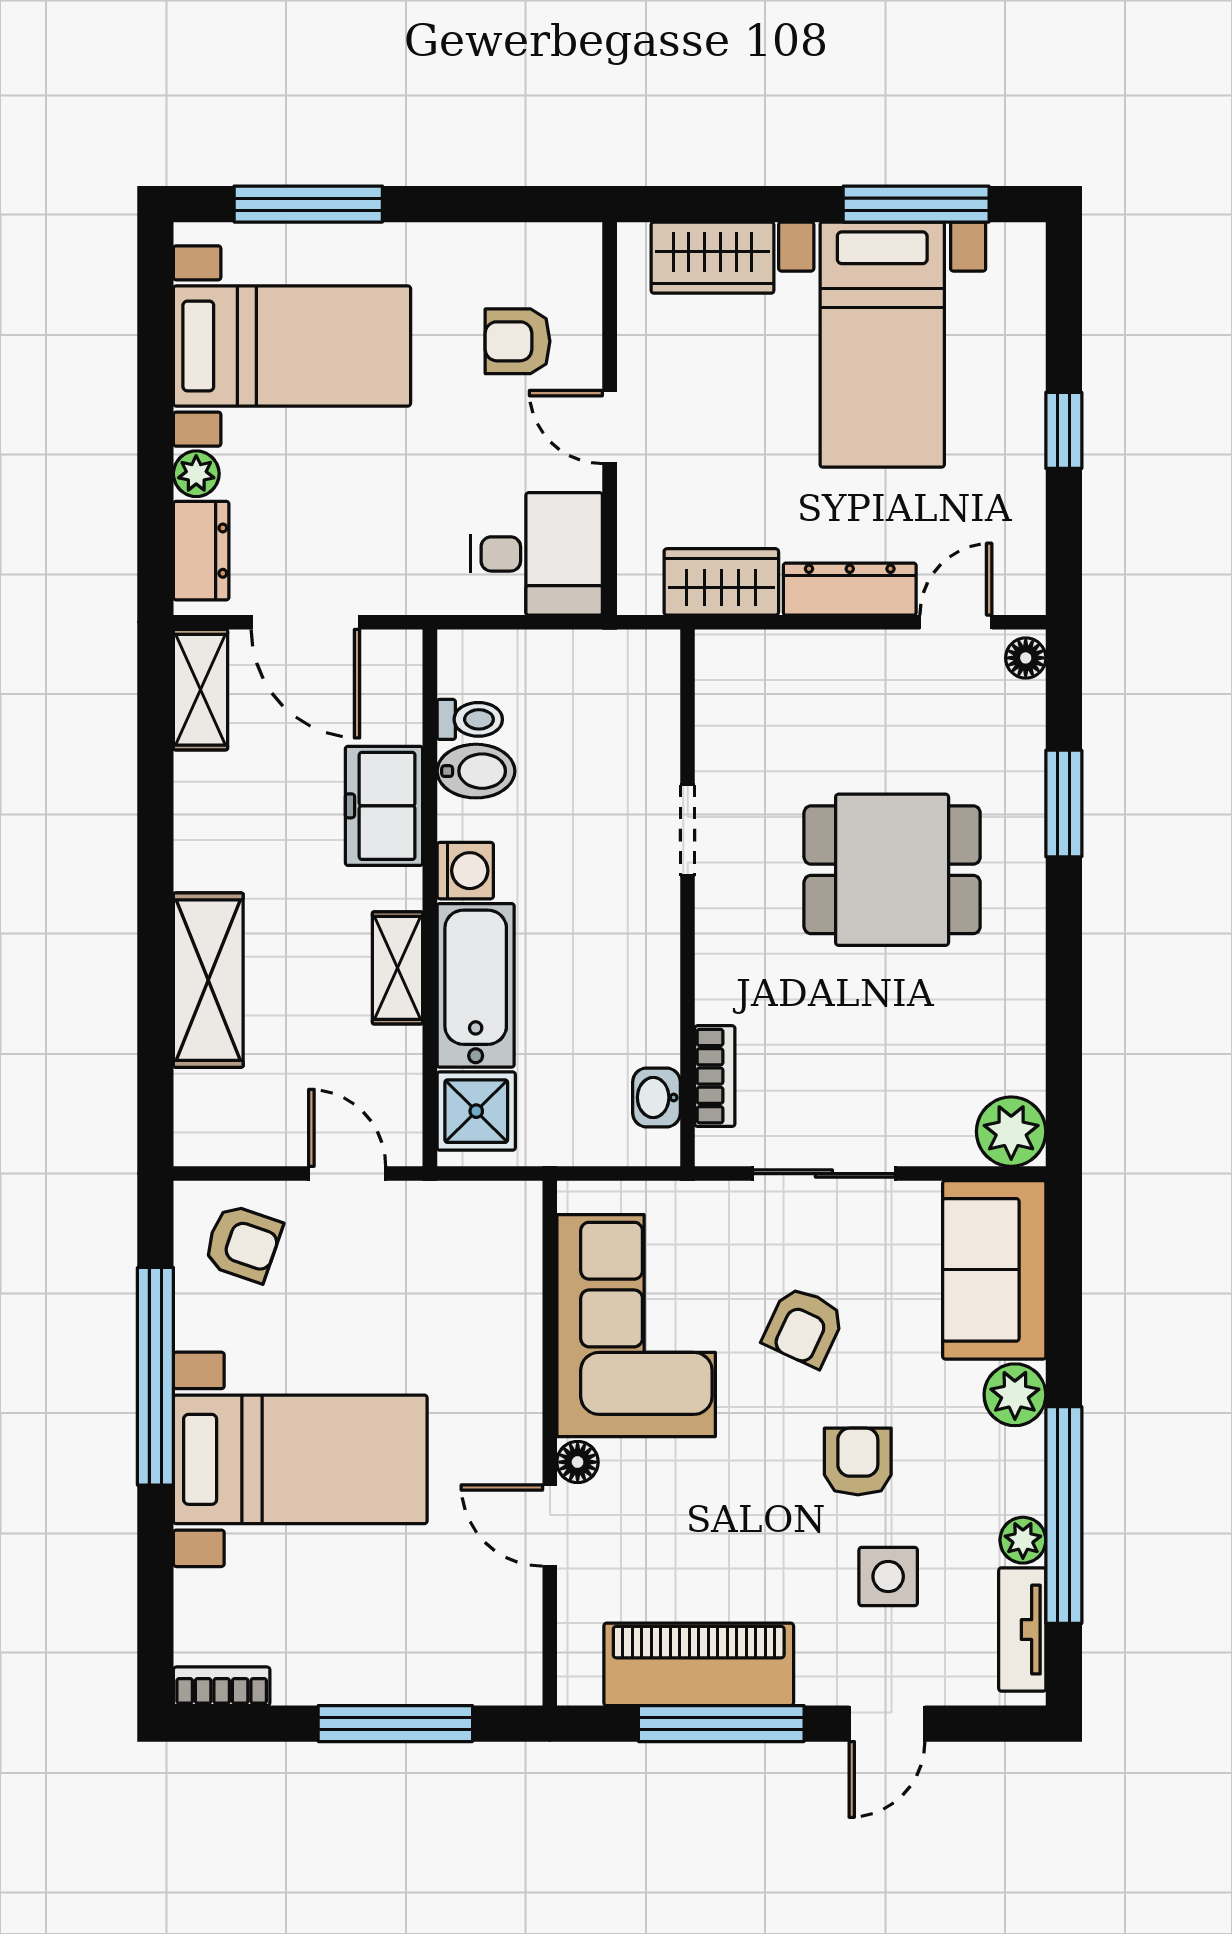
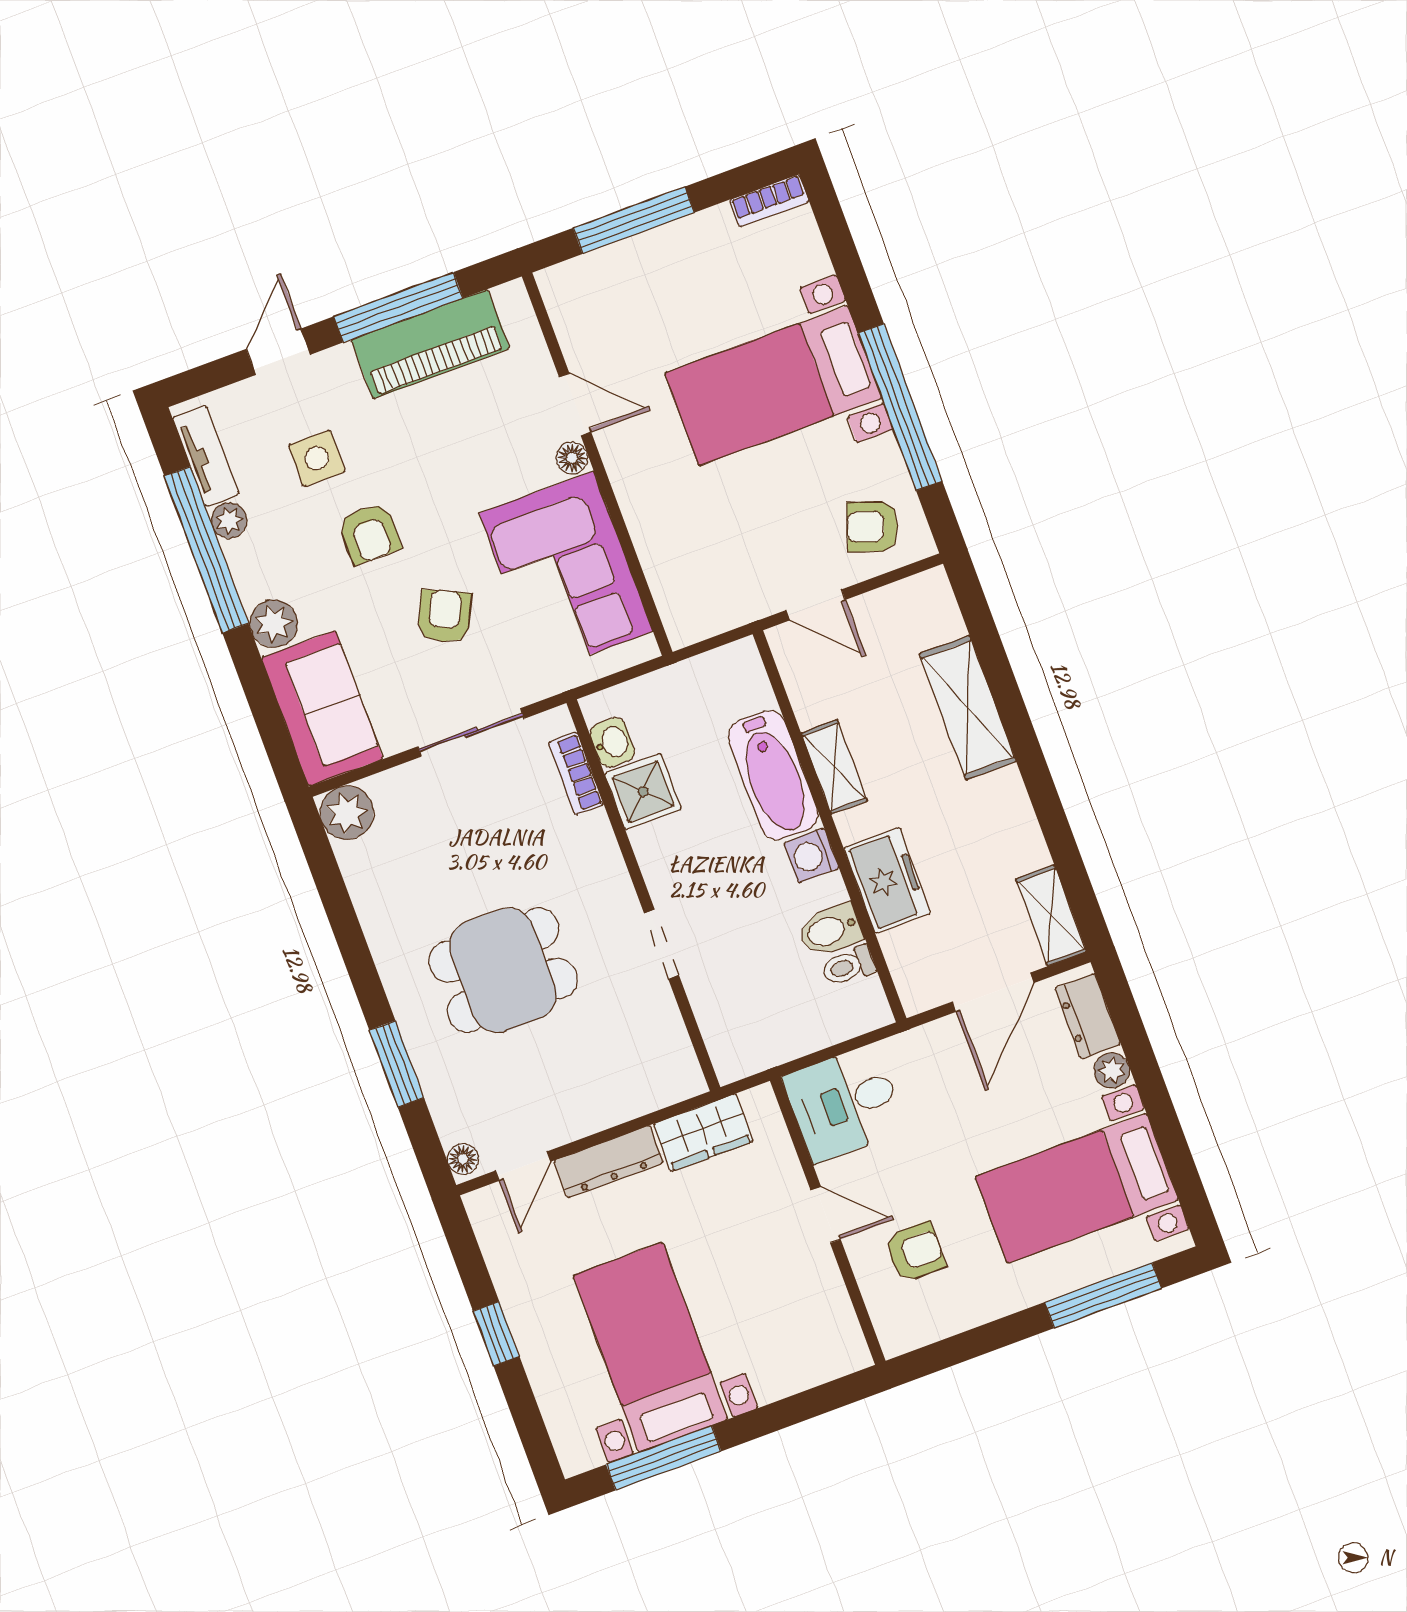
wardrobe: (712, 258) -> (796, 1365), removed
door: (305, 622) -> (993, 992), swing flipped
shower: (476, 1111) -> (643, 792), moved

